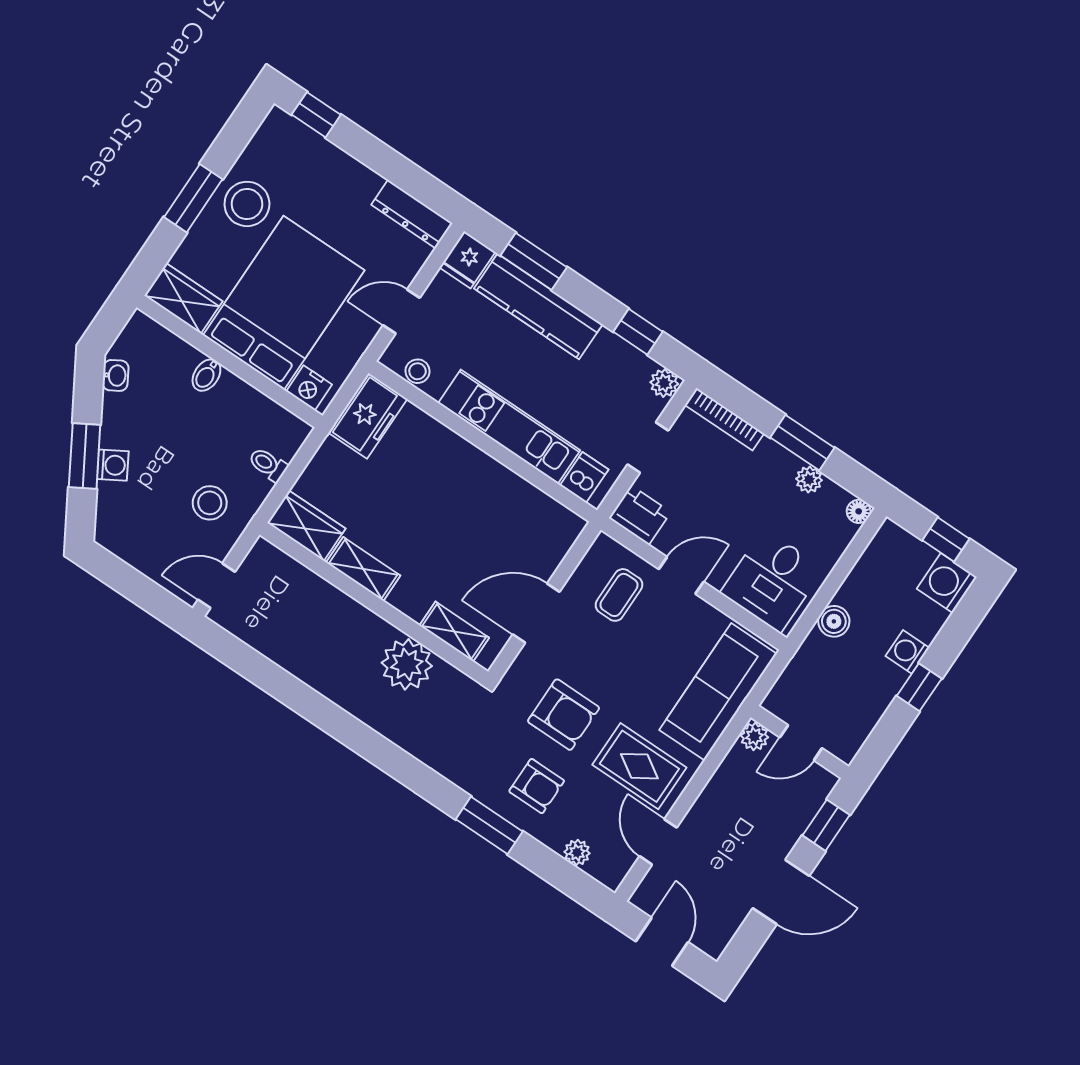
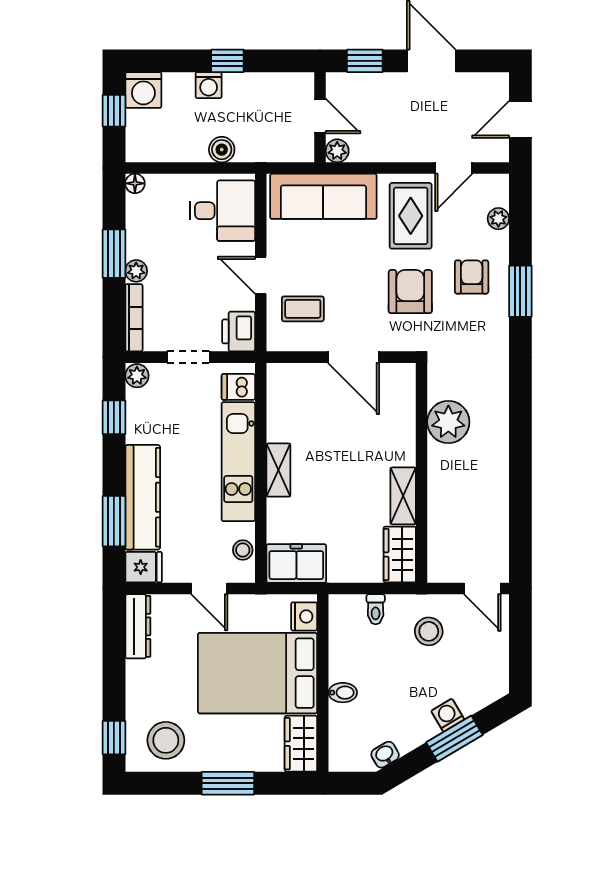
stool: (247, 204) -> (166, 740), moved
plant: (809, 480) -> (136, 271), moved
shelving: (454, 632) -> (278, 470), moved

